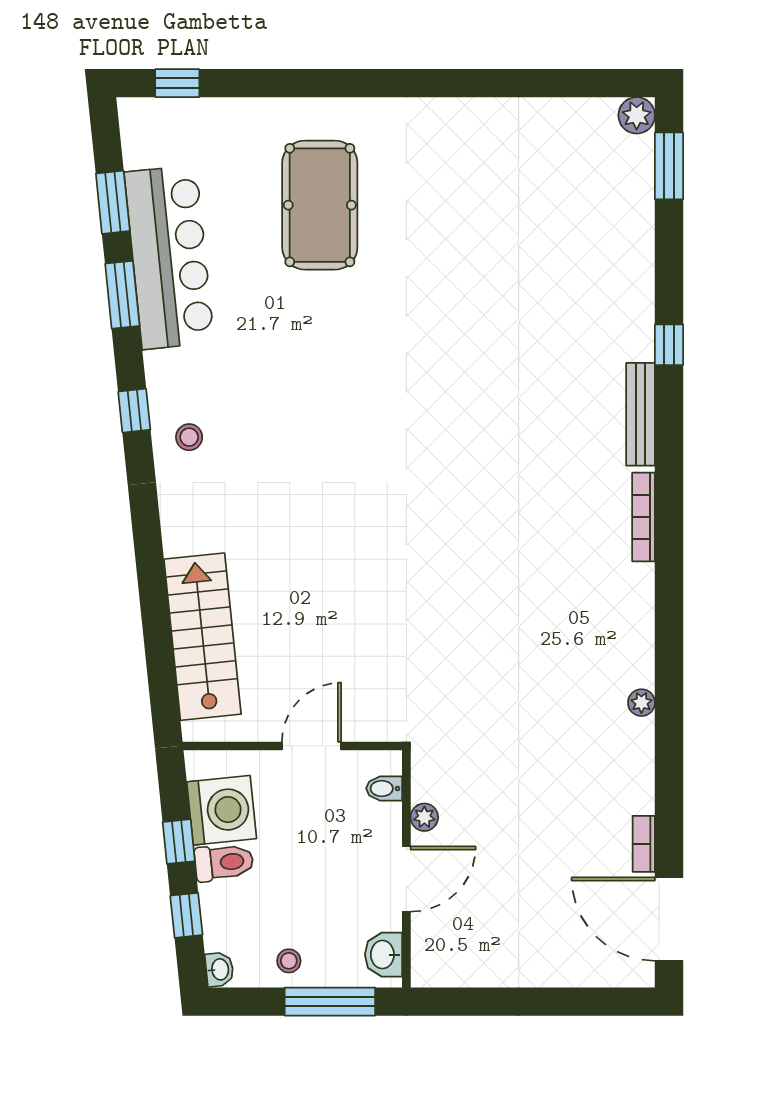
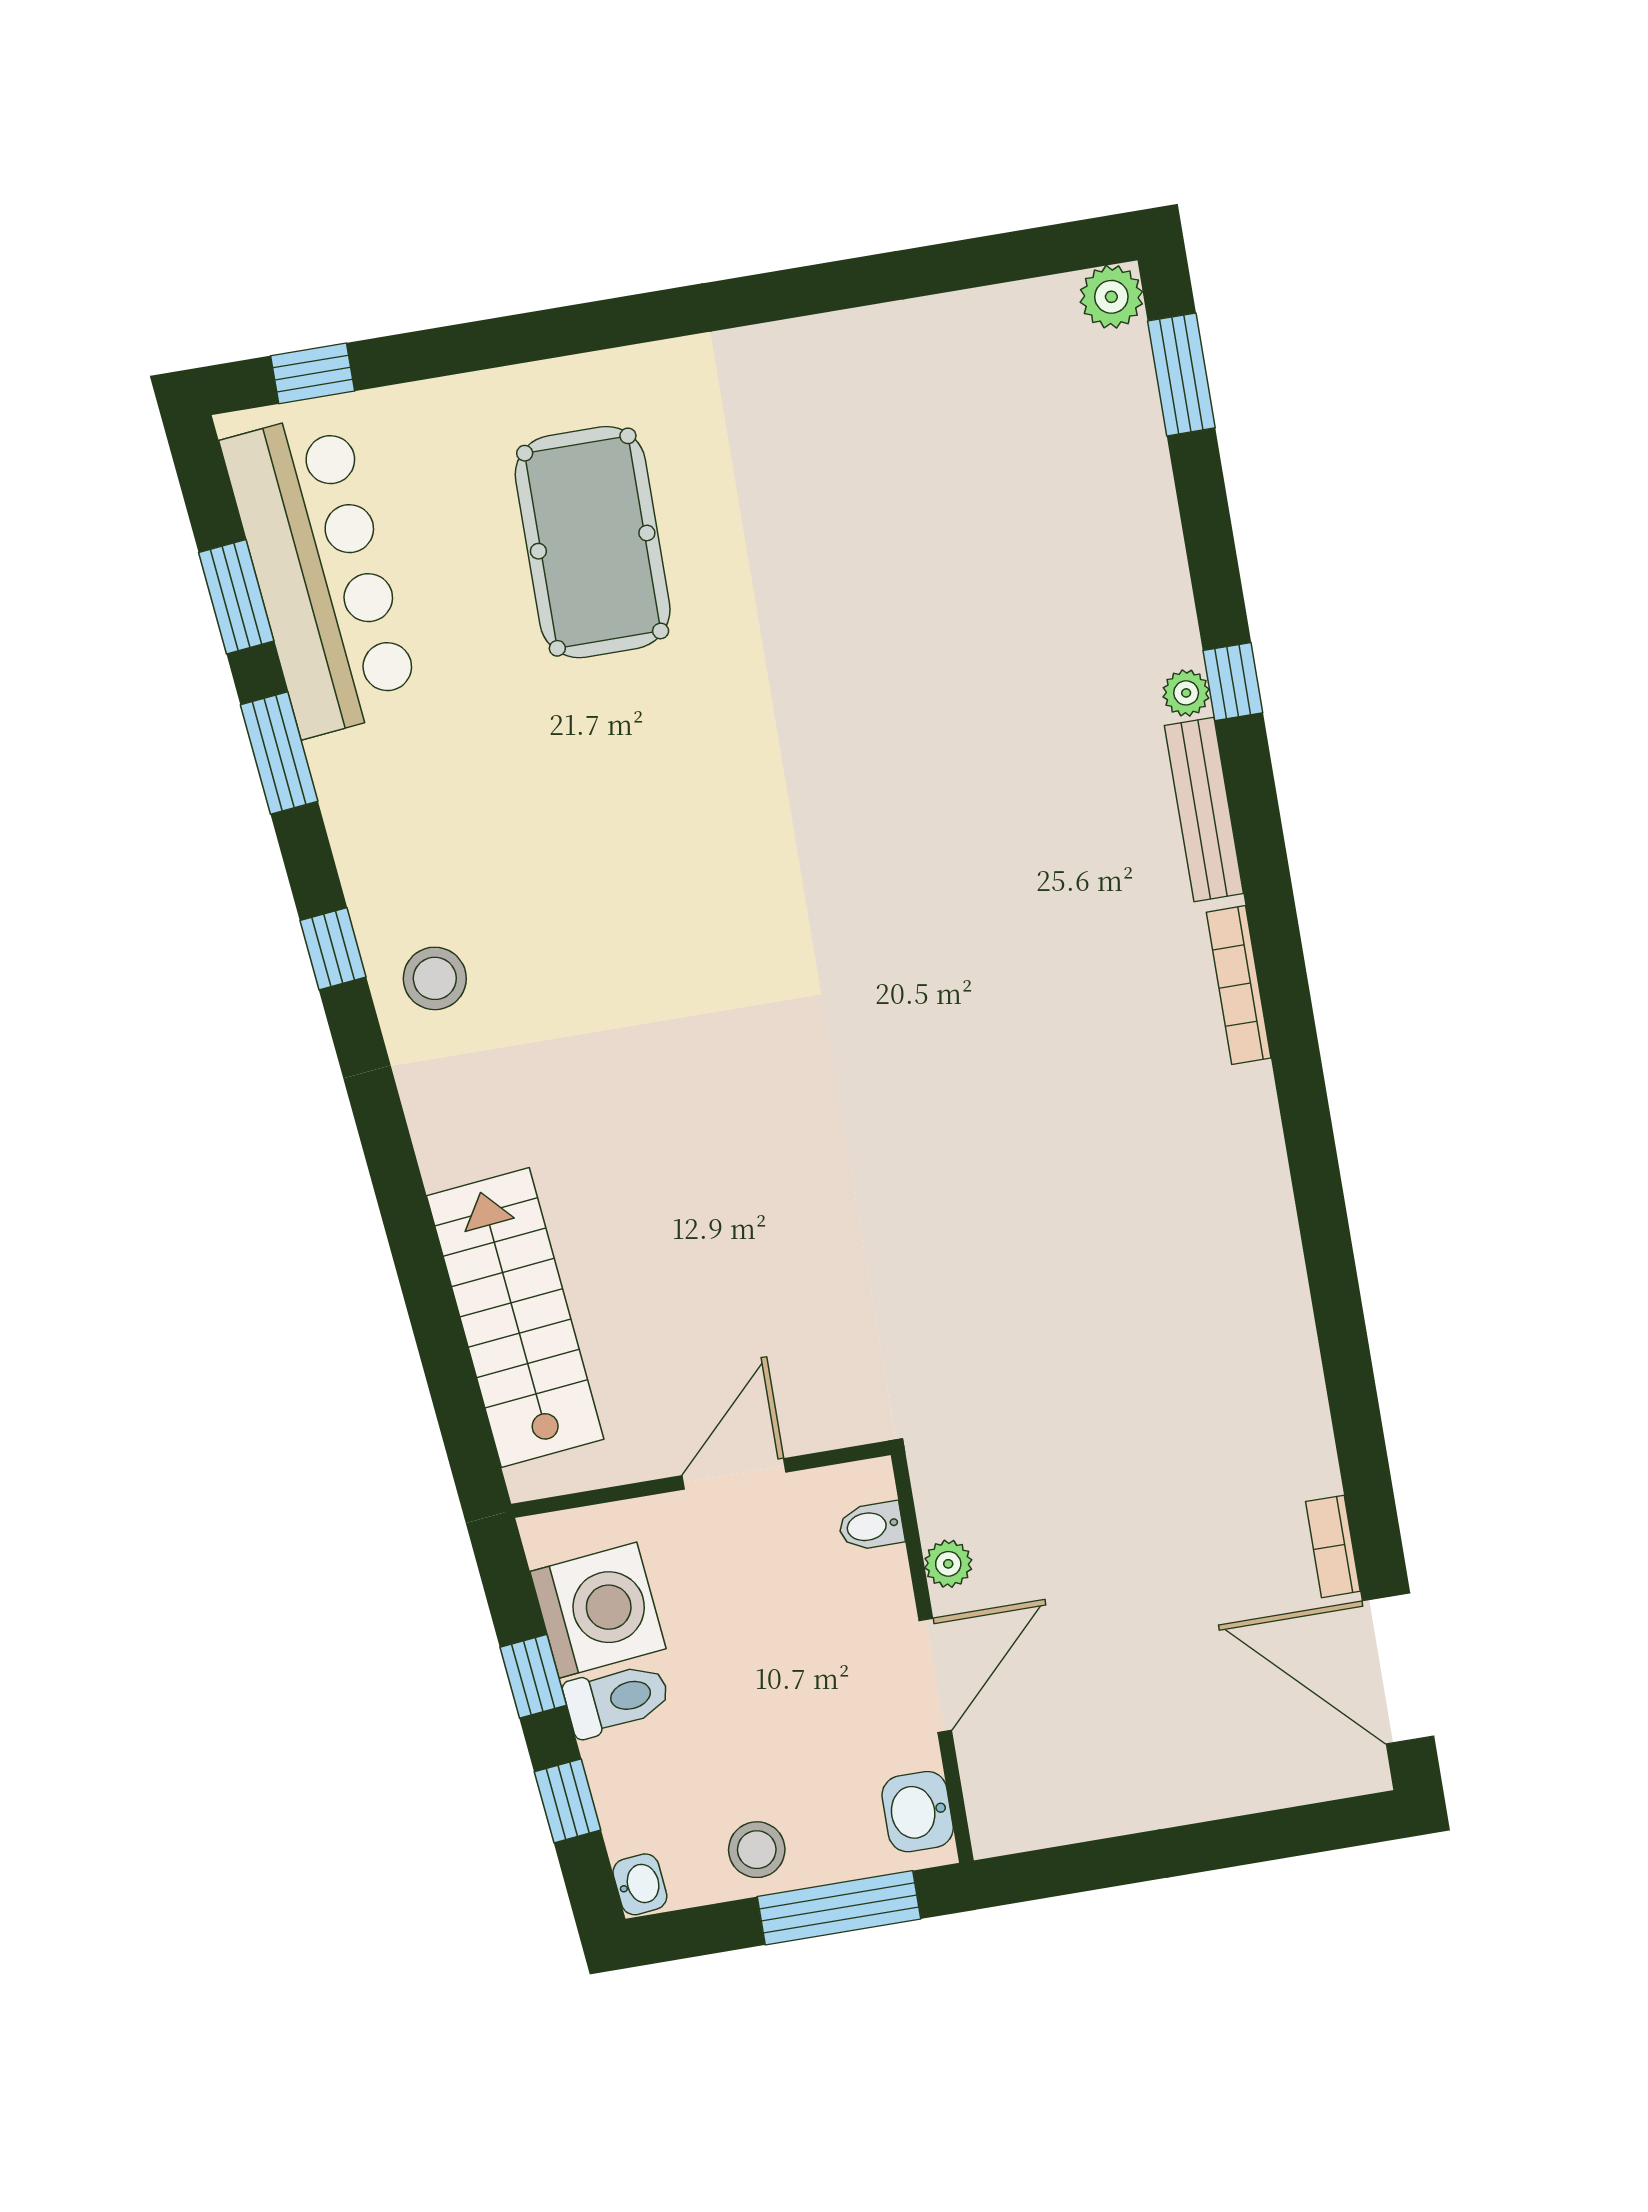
bar counter: (169, 257) -> (321, 574), moved
stool: (189, 437) -> (435, 978), width x1.37, depth x1.37
plant: (641, 703) -> (1186, 693), moved
stool: (289, 961) -> (757, 1850), width x1.37, depth x1.37

